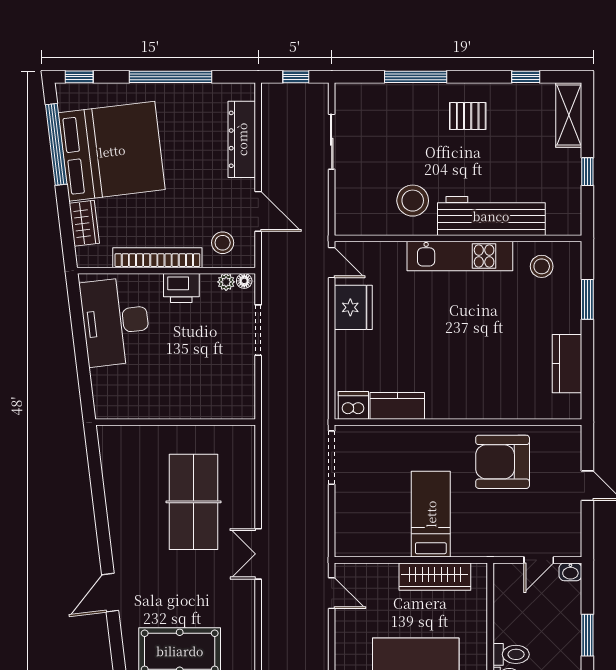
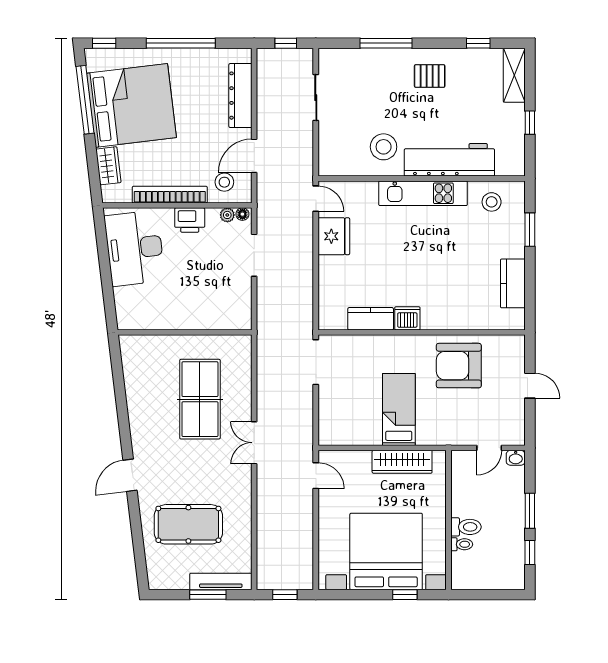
door: (258, 211) -> (254, 156), swing flipped
dishwasher: (353, 405) -> (407, 318), moved

